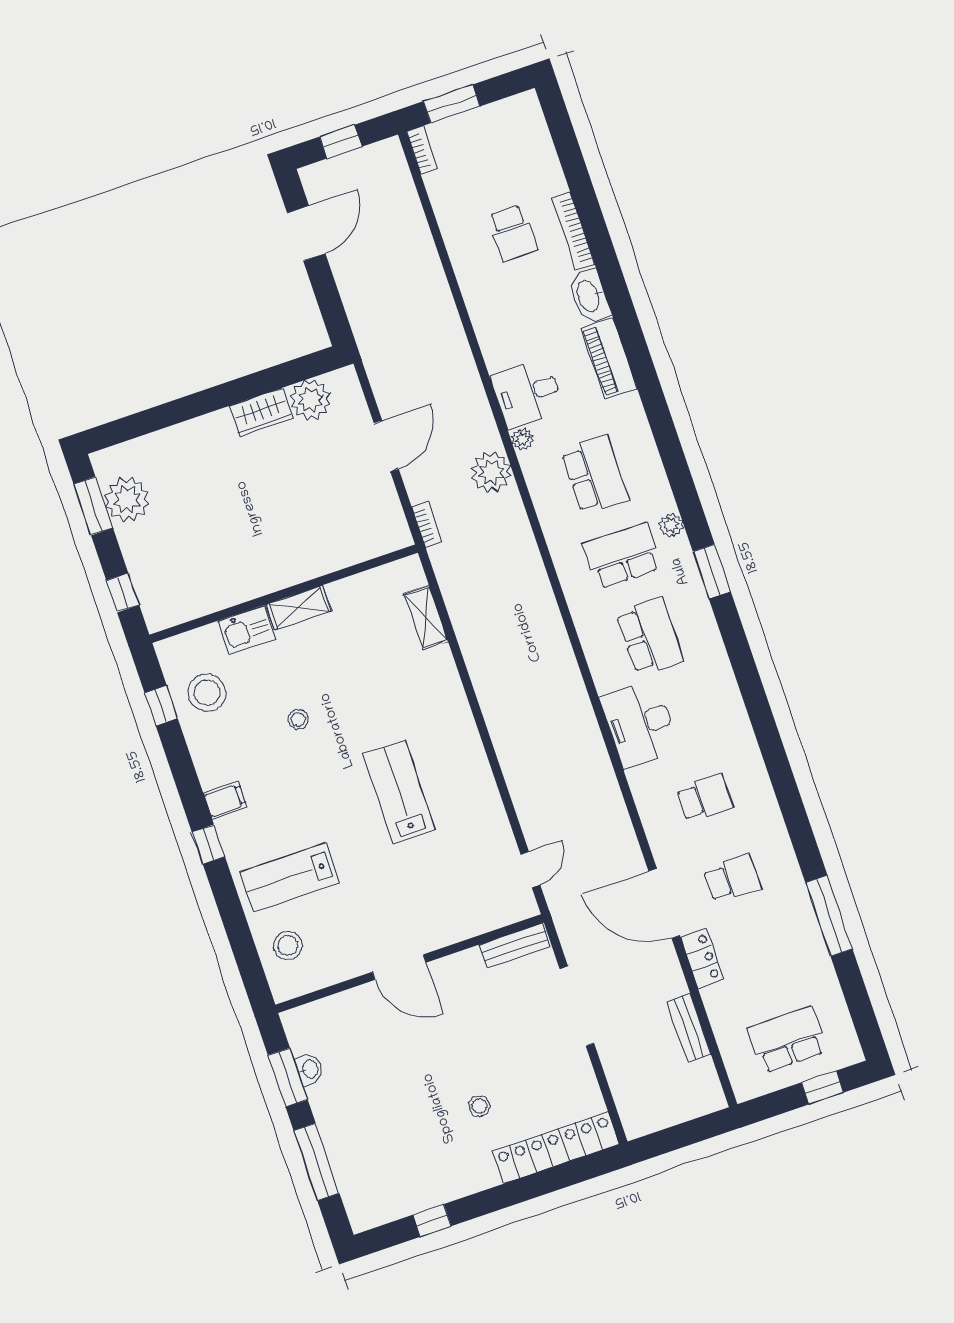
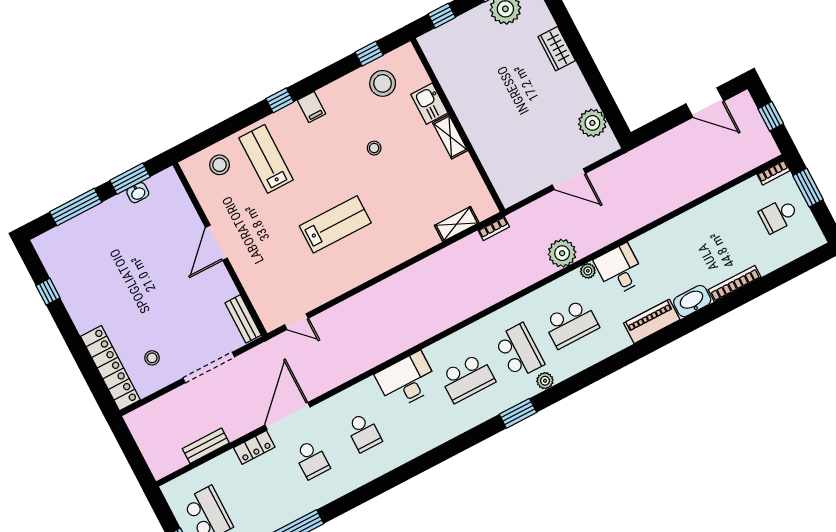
school desk: (512, 233) -> (779, 215), moved
wardrobe: (261, 412) -> (557, 49), moved
bookcase: (427, 524) -> (494, 228), moved
stool: (479, 1106) -> (152, 358), moved

